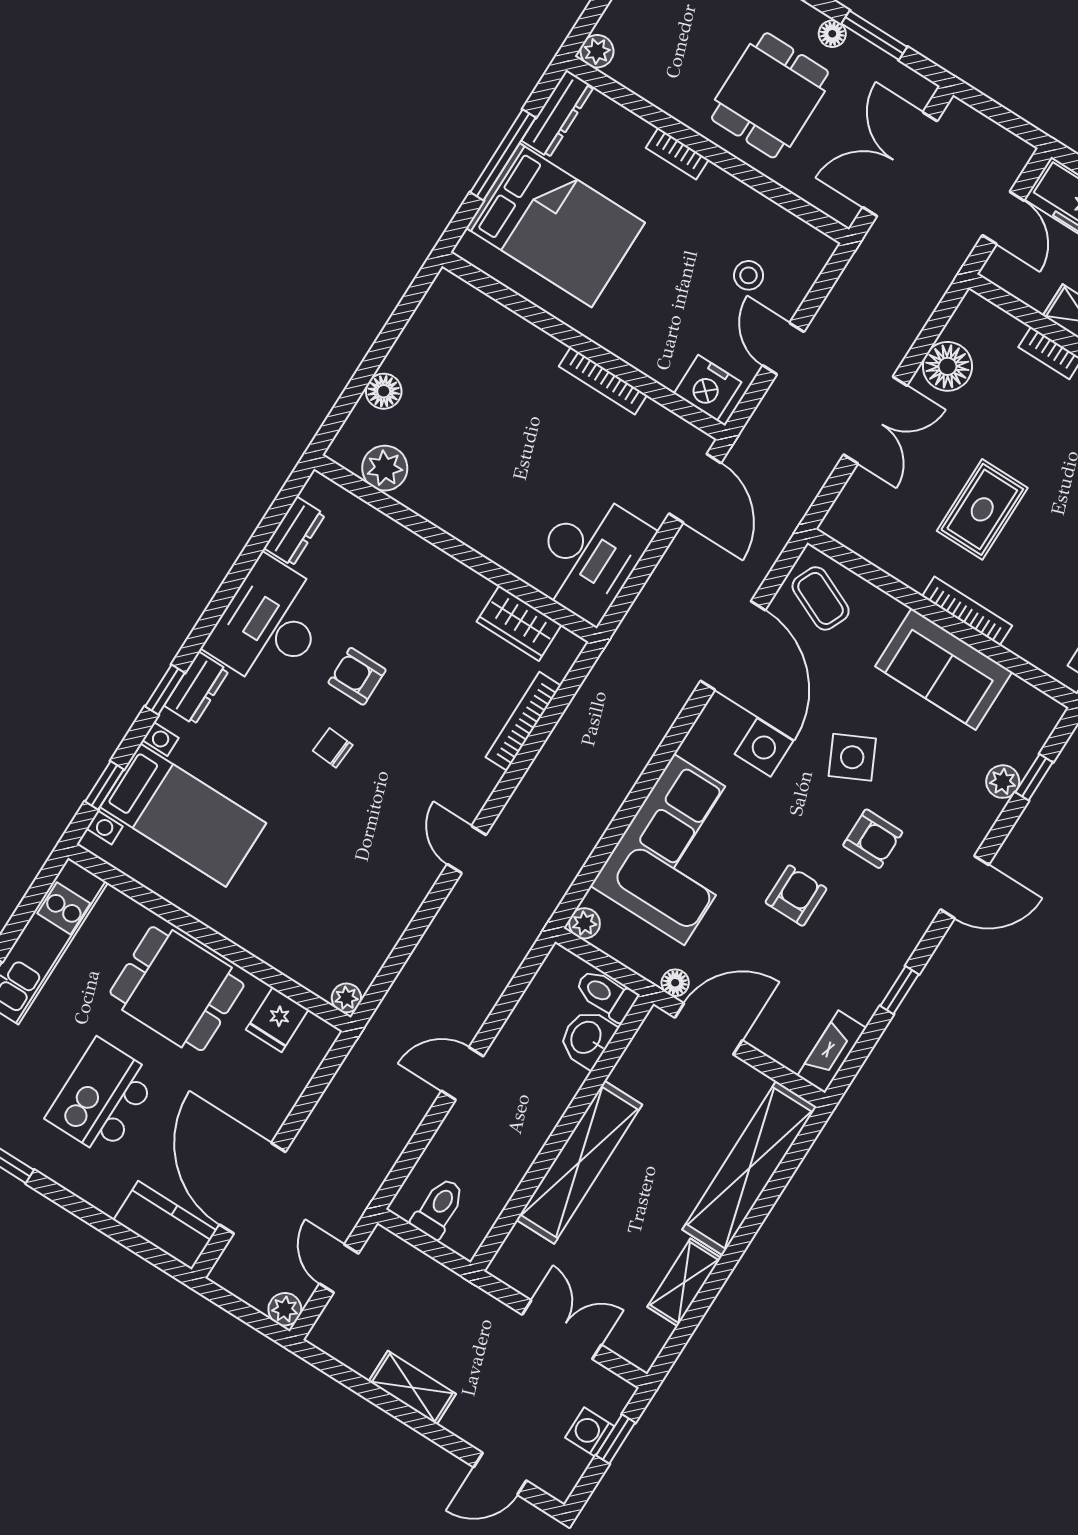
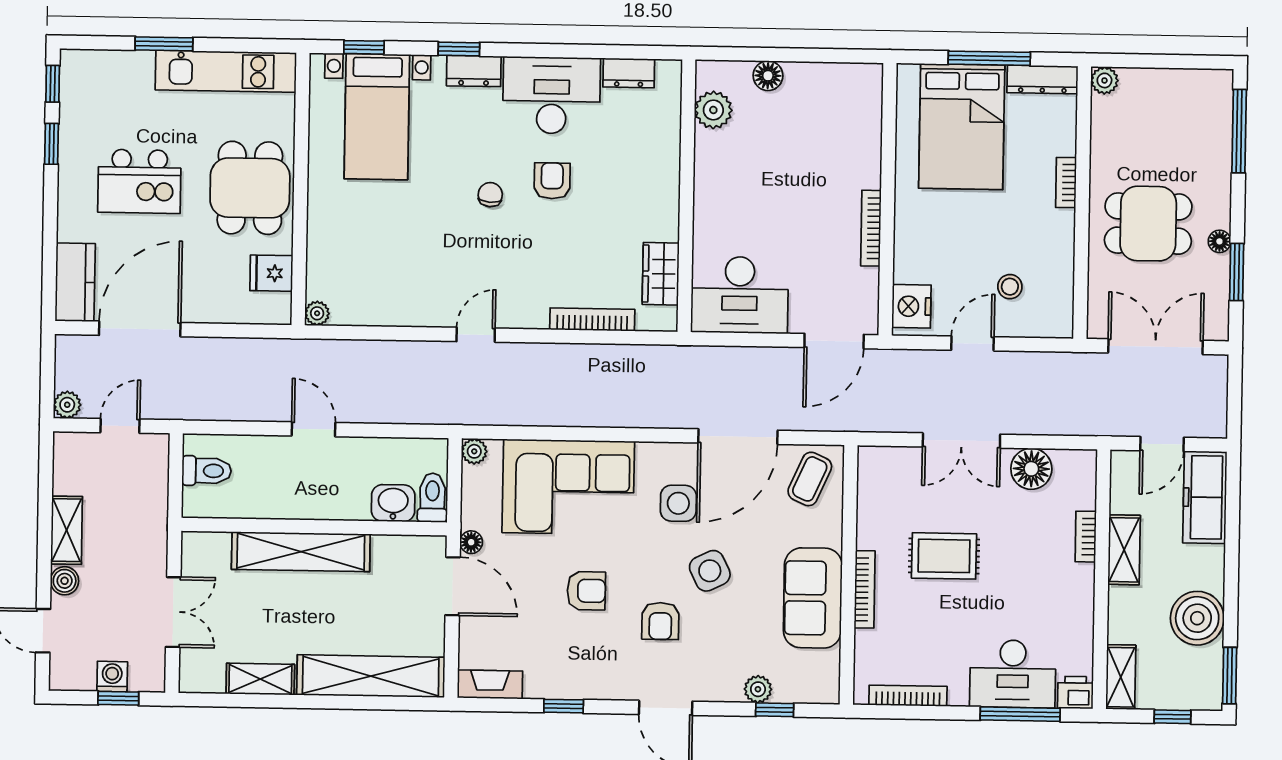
kitchen island: (102, 1097) -> (139, 181), turned 180
boiler: (463, 1421) -> (65, 581), added

